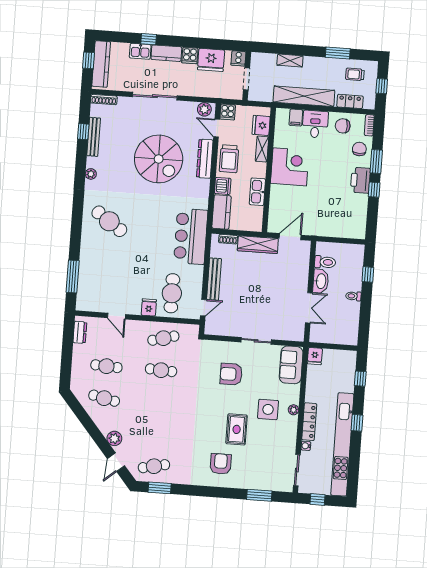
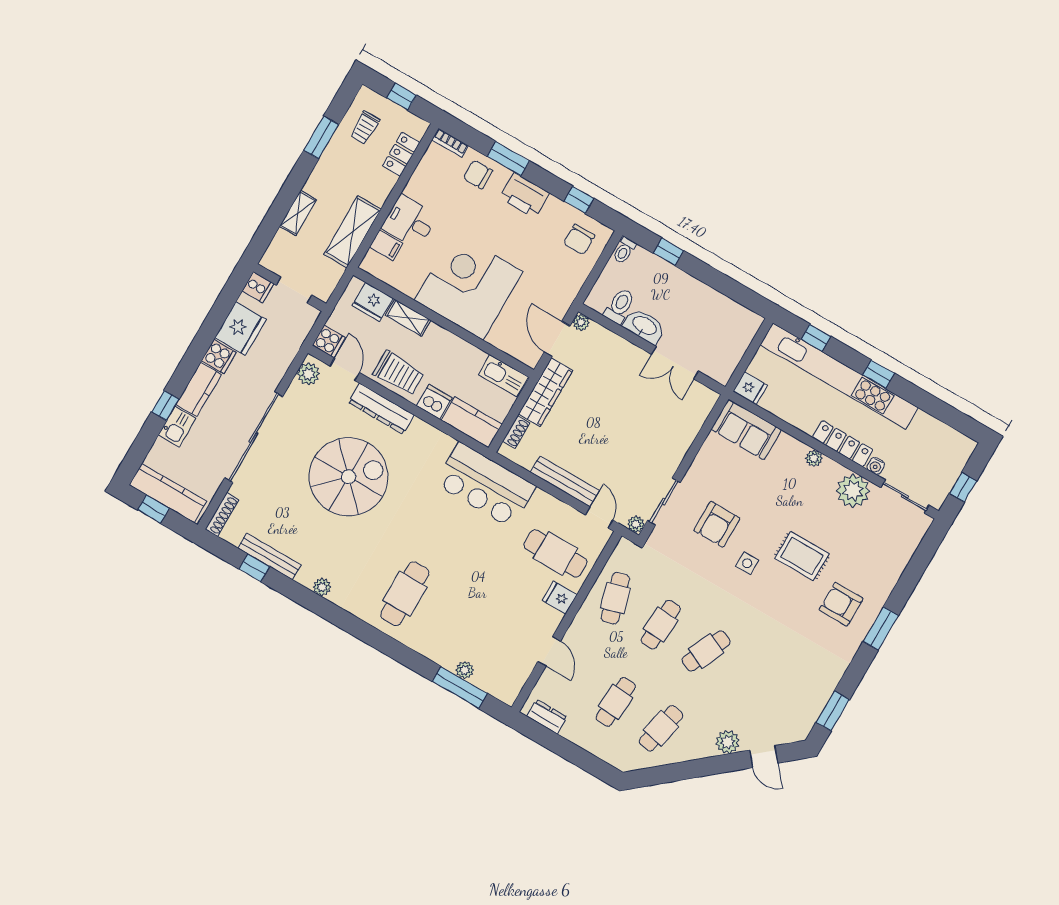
sliding door: (155, 96) -> (254, 437), width x1.36
shelving: (304, 96) -> (353, 232), width x0.68
chair: (343, 126) -> (579, 240), moved
door: (217, 128) -> (345, 369), swing flipped
corner desk: (290, 167) -> (469, 286), width x1.36, depth x1.36
window: (374, 190) -> (579, 200), moved
kitchen sink: (257, 192) -> (503, 376), moved
cafe table: (109, 221) -> (405, 594), turned -35
plant: (306, 245) -> (581, 322), added
plant: (83, 275) -> (465, 670), added
toilet: (353, 296) -> (624, 250), moved
double door: (309, 308) -> (675, 363), swing flipped
door: (116, 316) -> (549, 651), hinge flipped
plant: (210, 330) -> (636, 524), added
sliding door: (256, 341) -> (664, 502), moved
side table: (268, 409) -> (747, 563), moved, width x0.54, depth x0.54
plant: (286, 440) -> (853, 491), added
kitchen unit: (342, 444) -> (839, 376), moved
cafe table: (154, 466) -> (706, 651), moved, turned 36
window: (259, 495) -> (881, 629), moved

